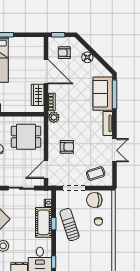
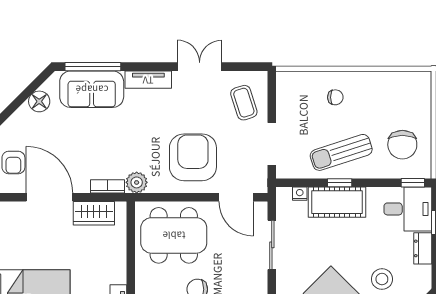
floor lamp: (87, 57) -> (39, 101), moved
door: (46, 72) -> (49, 197), hinge flipped
dining table: (26, 137) -> (174, 235), width x1.38
armchair: (67, 147) -> (193, 157), width x1.88, depth x1.88
chair: (94, 200) -> (402, 145), moved

